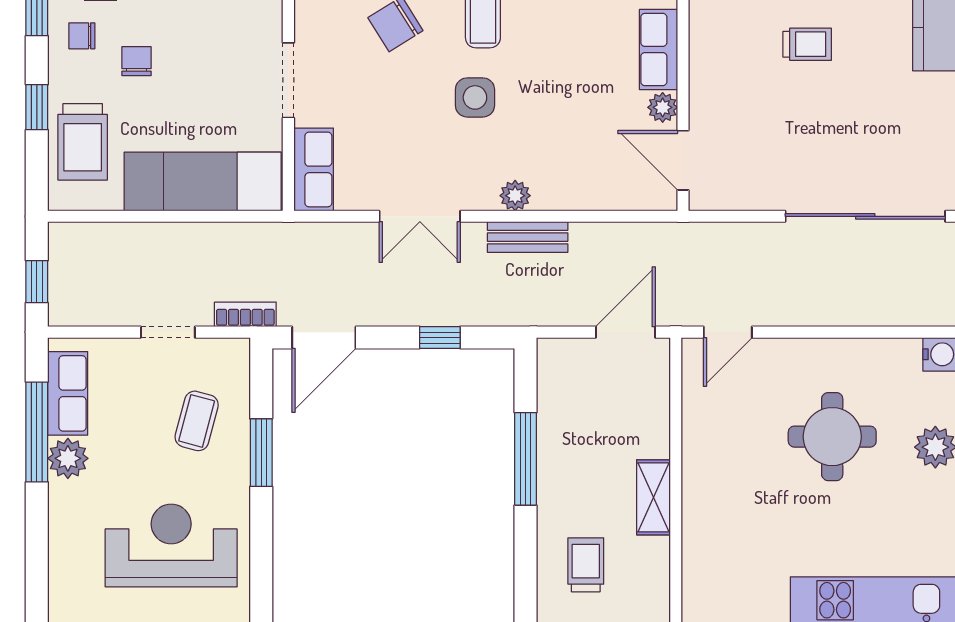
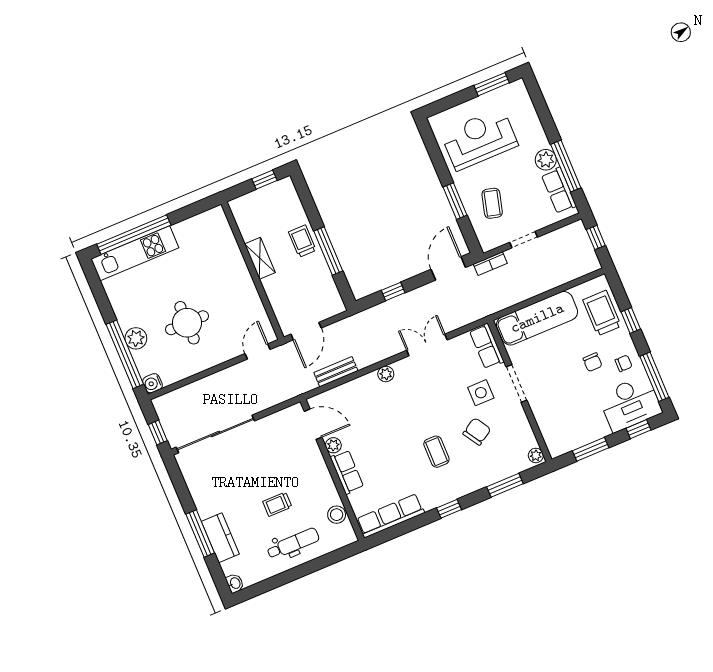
side table: (475, 97) -> (481, 393), moved
bench: (528, 237) -> (336, 372), moved
reception desk: (171, 546) -> (479, 139), turned 180
trolley: (586, 565) -> (302, 241), moved, turned 180

